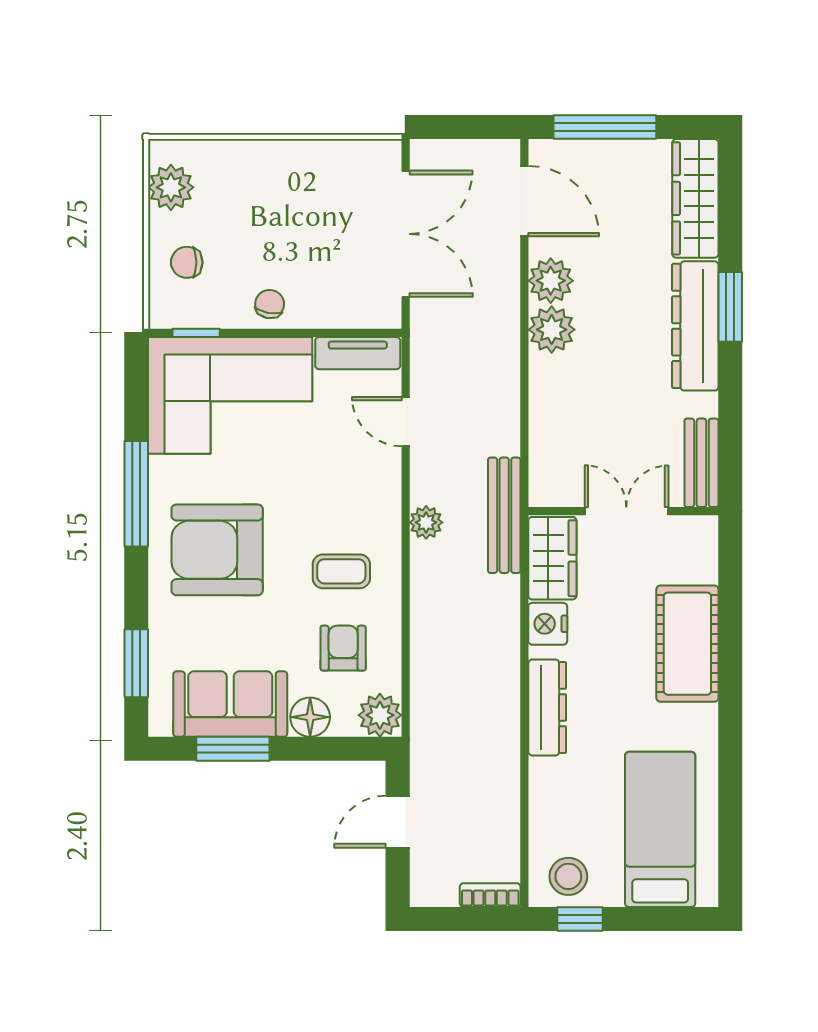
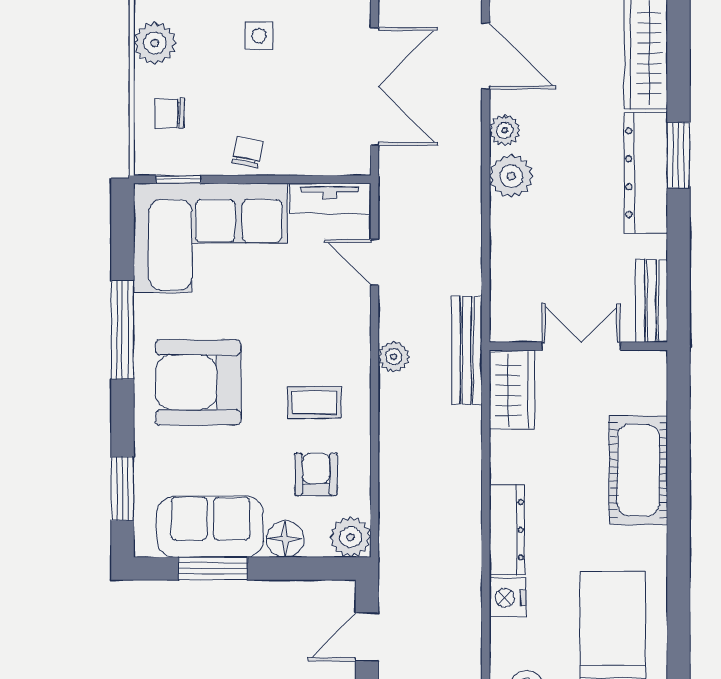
side table: (282, 179) -> (259, 36), added
plant: (551, 281) -> (505, 130), width x0.73, depth x0.73
nightstand: (548, 624) -> (508, 598), moved

